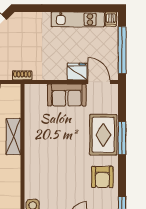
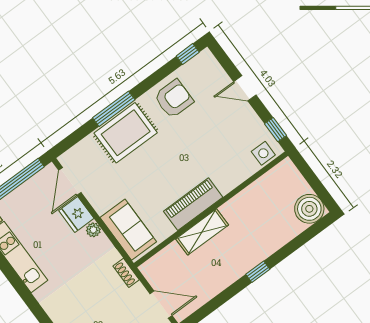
plant: (61, 75) -> (93, 230), added
sofa: (67, 95) -> (128, 230), moved
piano: (33, 143) -> (193, 204), added

